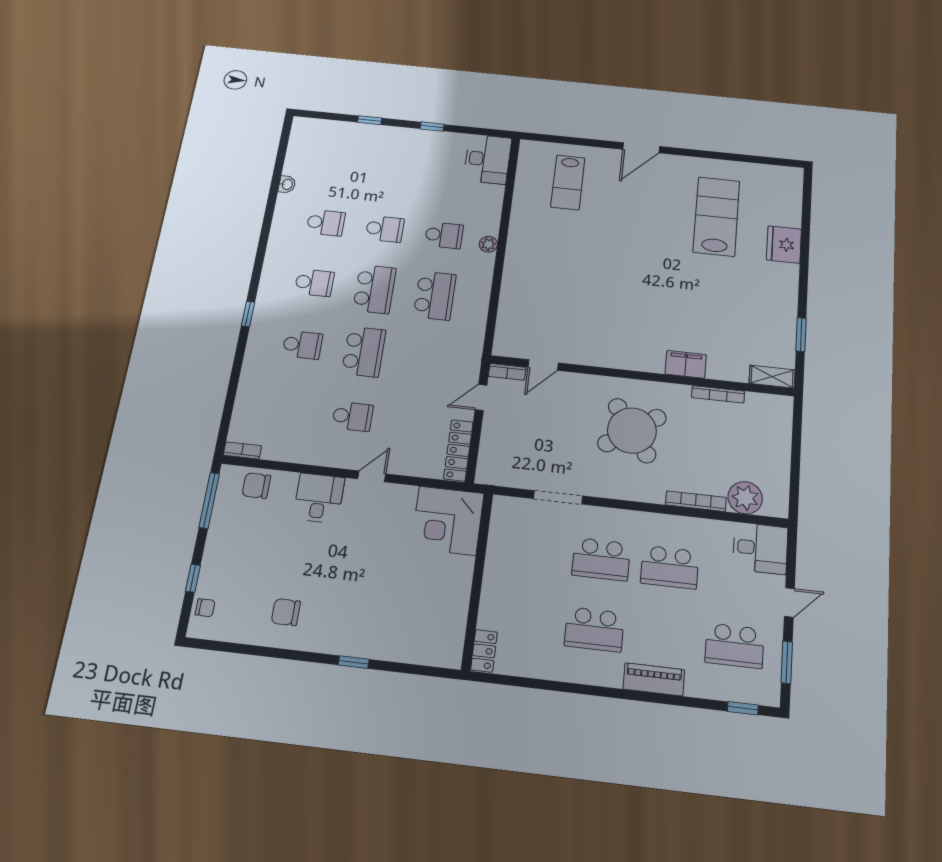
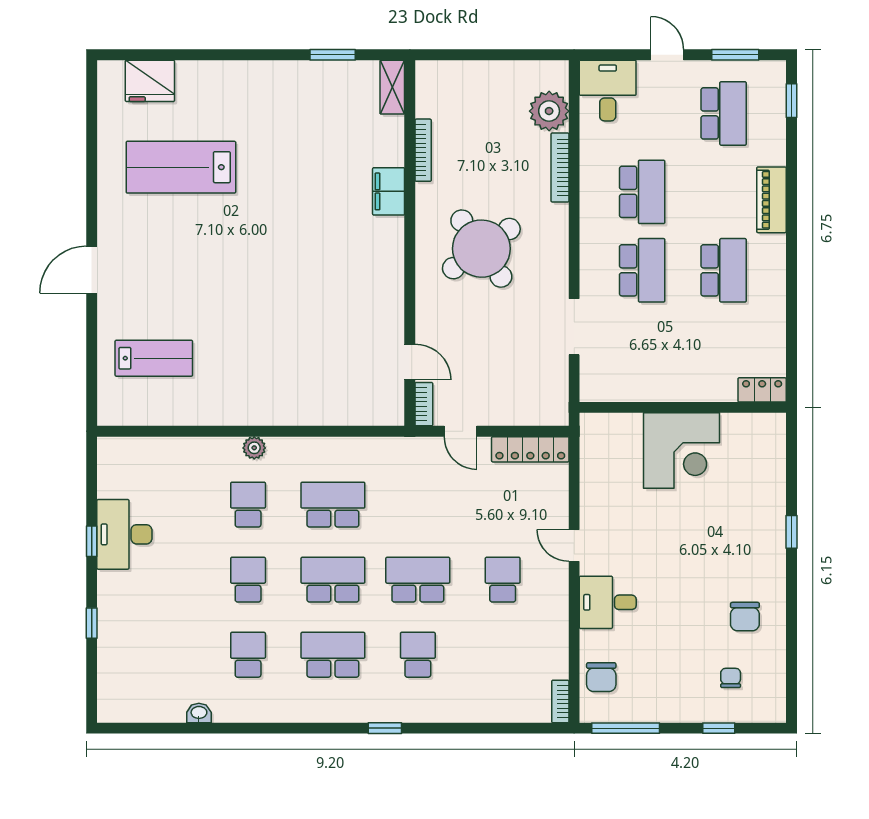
door: (641, 148) -> (92, 270), swing flipped
desk: (488, 159) -> (124, 534), moved, turned -90
fridge: (784, 245) -> (150, 81), moved
school desk: (314, 283) -> (333, 655), width x1.85
corner desk: (447, 521) -> (681, 451), moved
chair: (205, 608) -> (731, 678), moved

